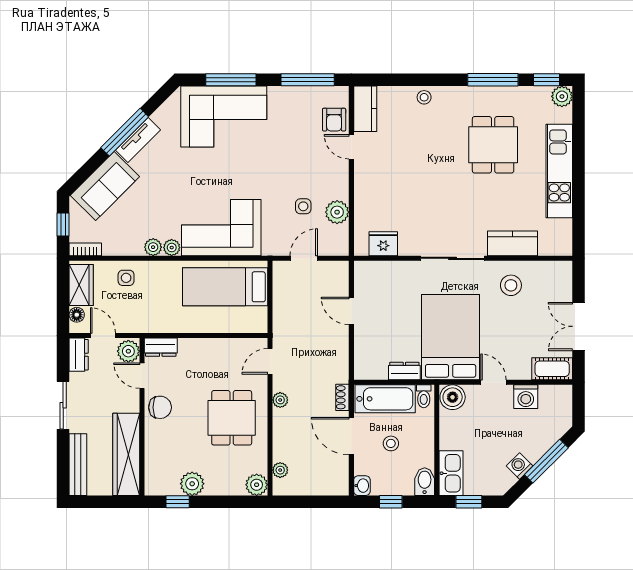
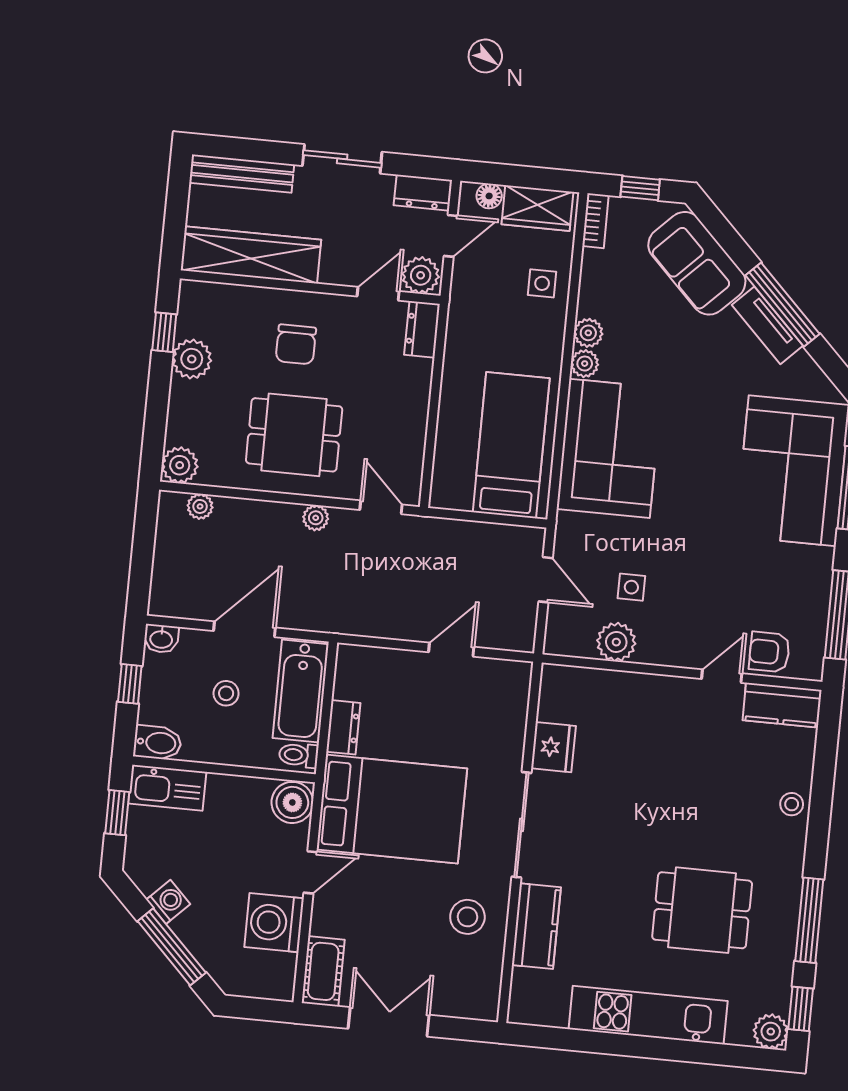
fridge: (383, 244) -> (553, 747), moved
shoe rack: (342, 397) -> (310, 621), removed
washing machine: (526, 397) -> (274, 923), width x1.37, depth x1.37
chair: (160, 407) -> (296, 344), moved

